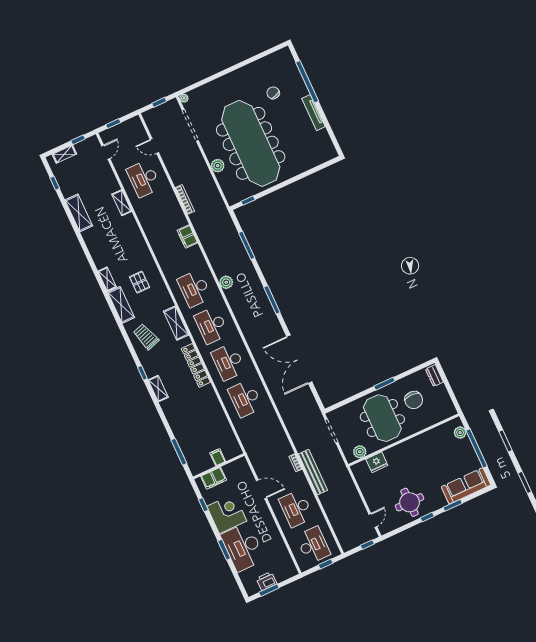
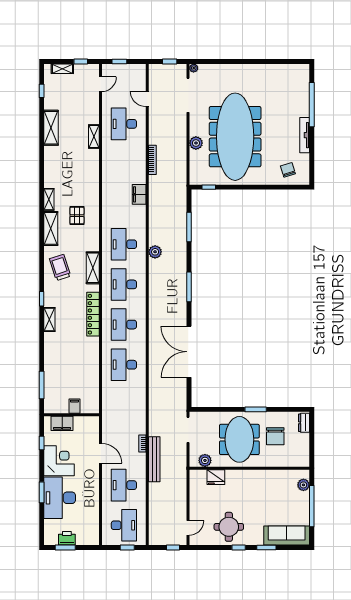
chair: (273, 93) -> (288, 170), moved

